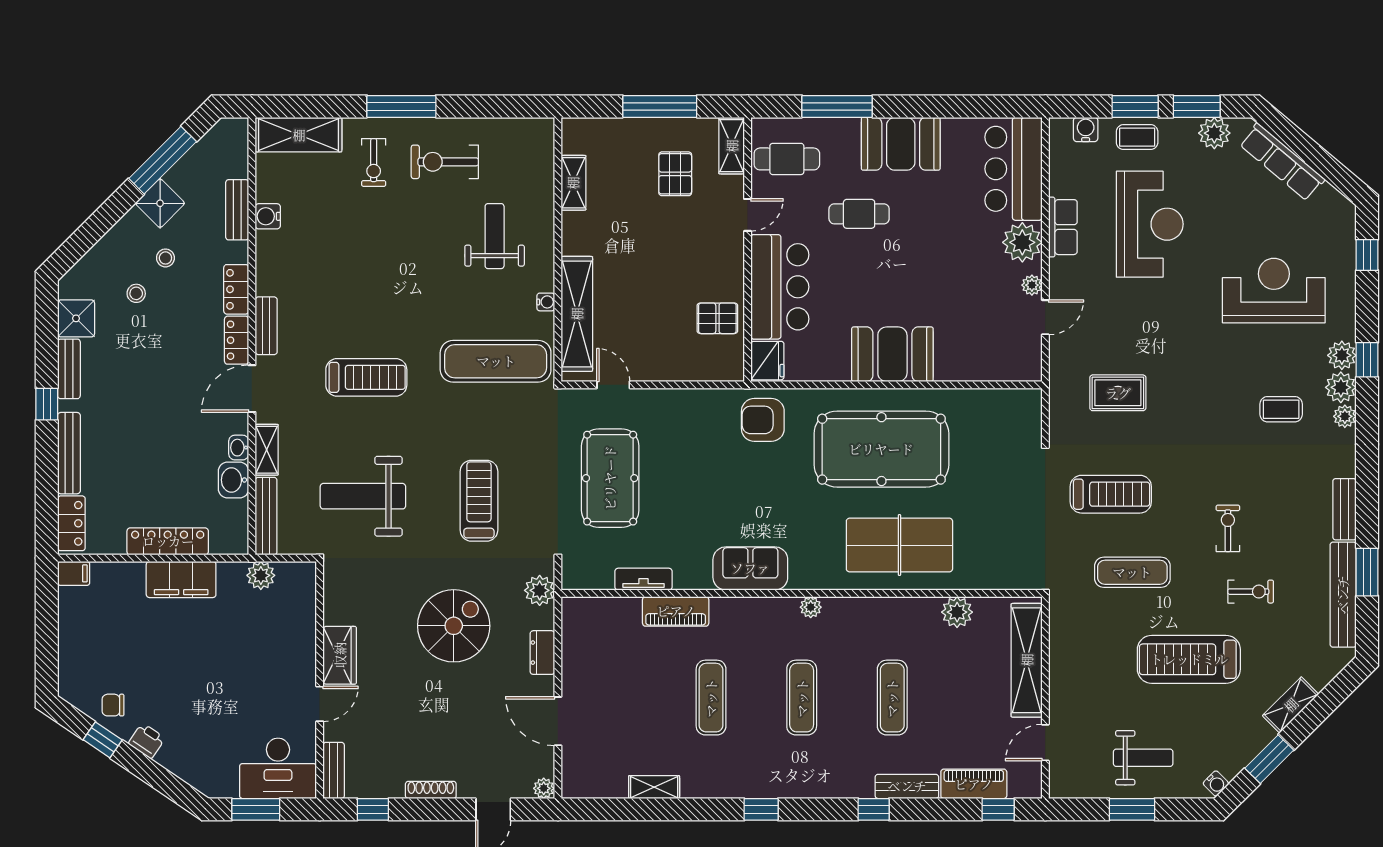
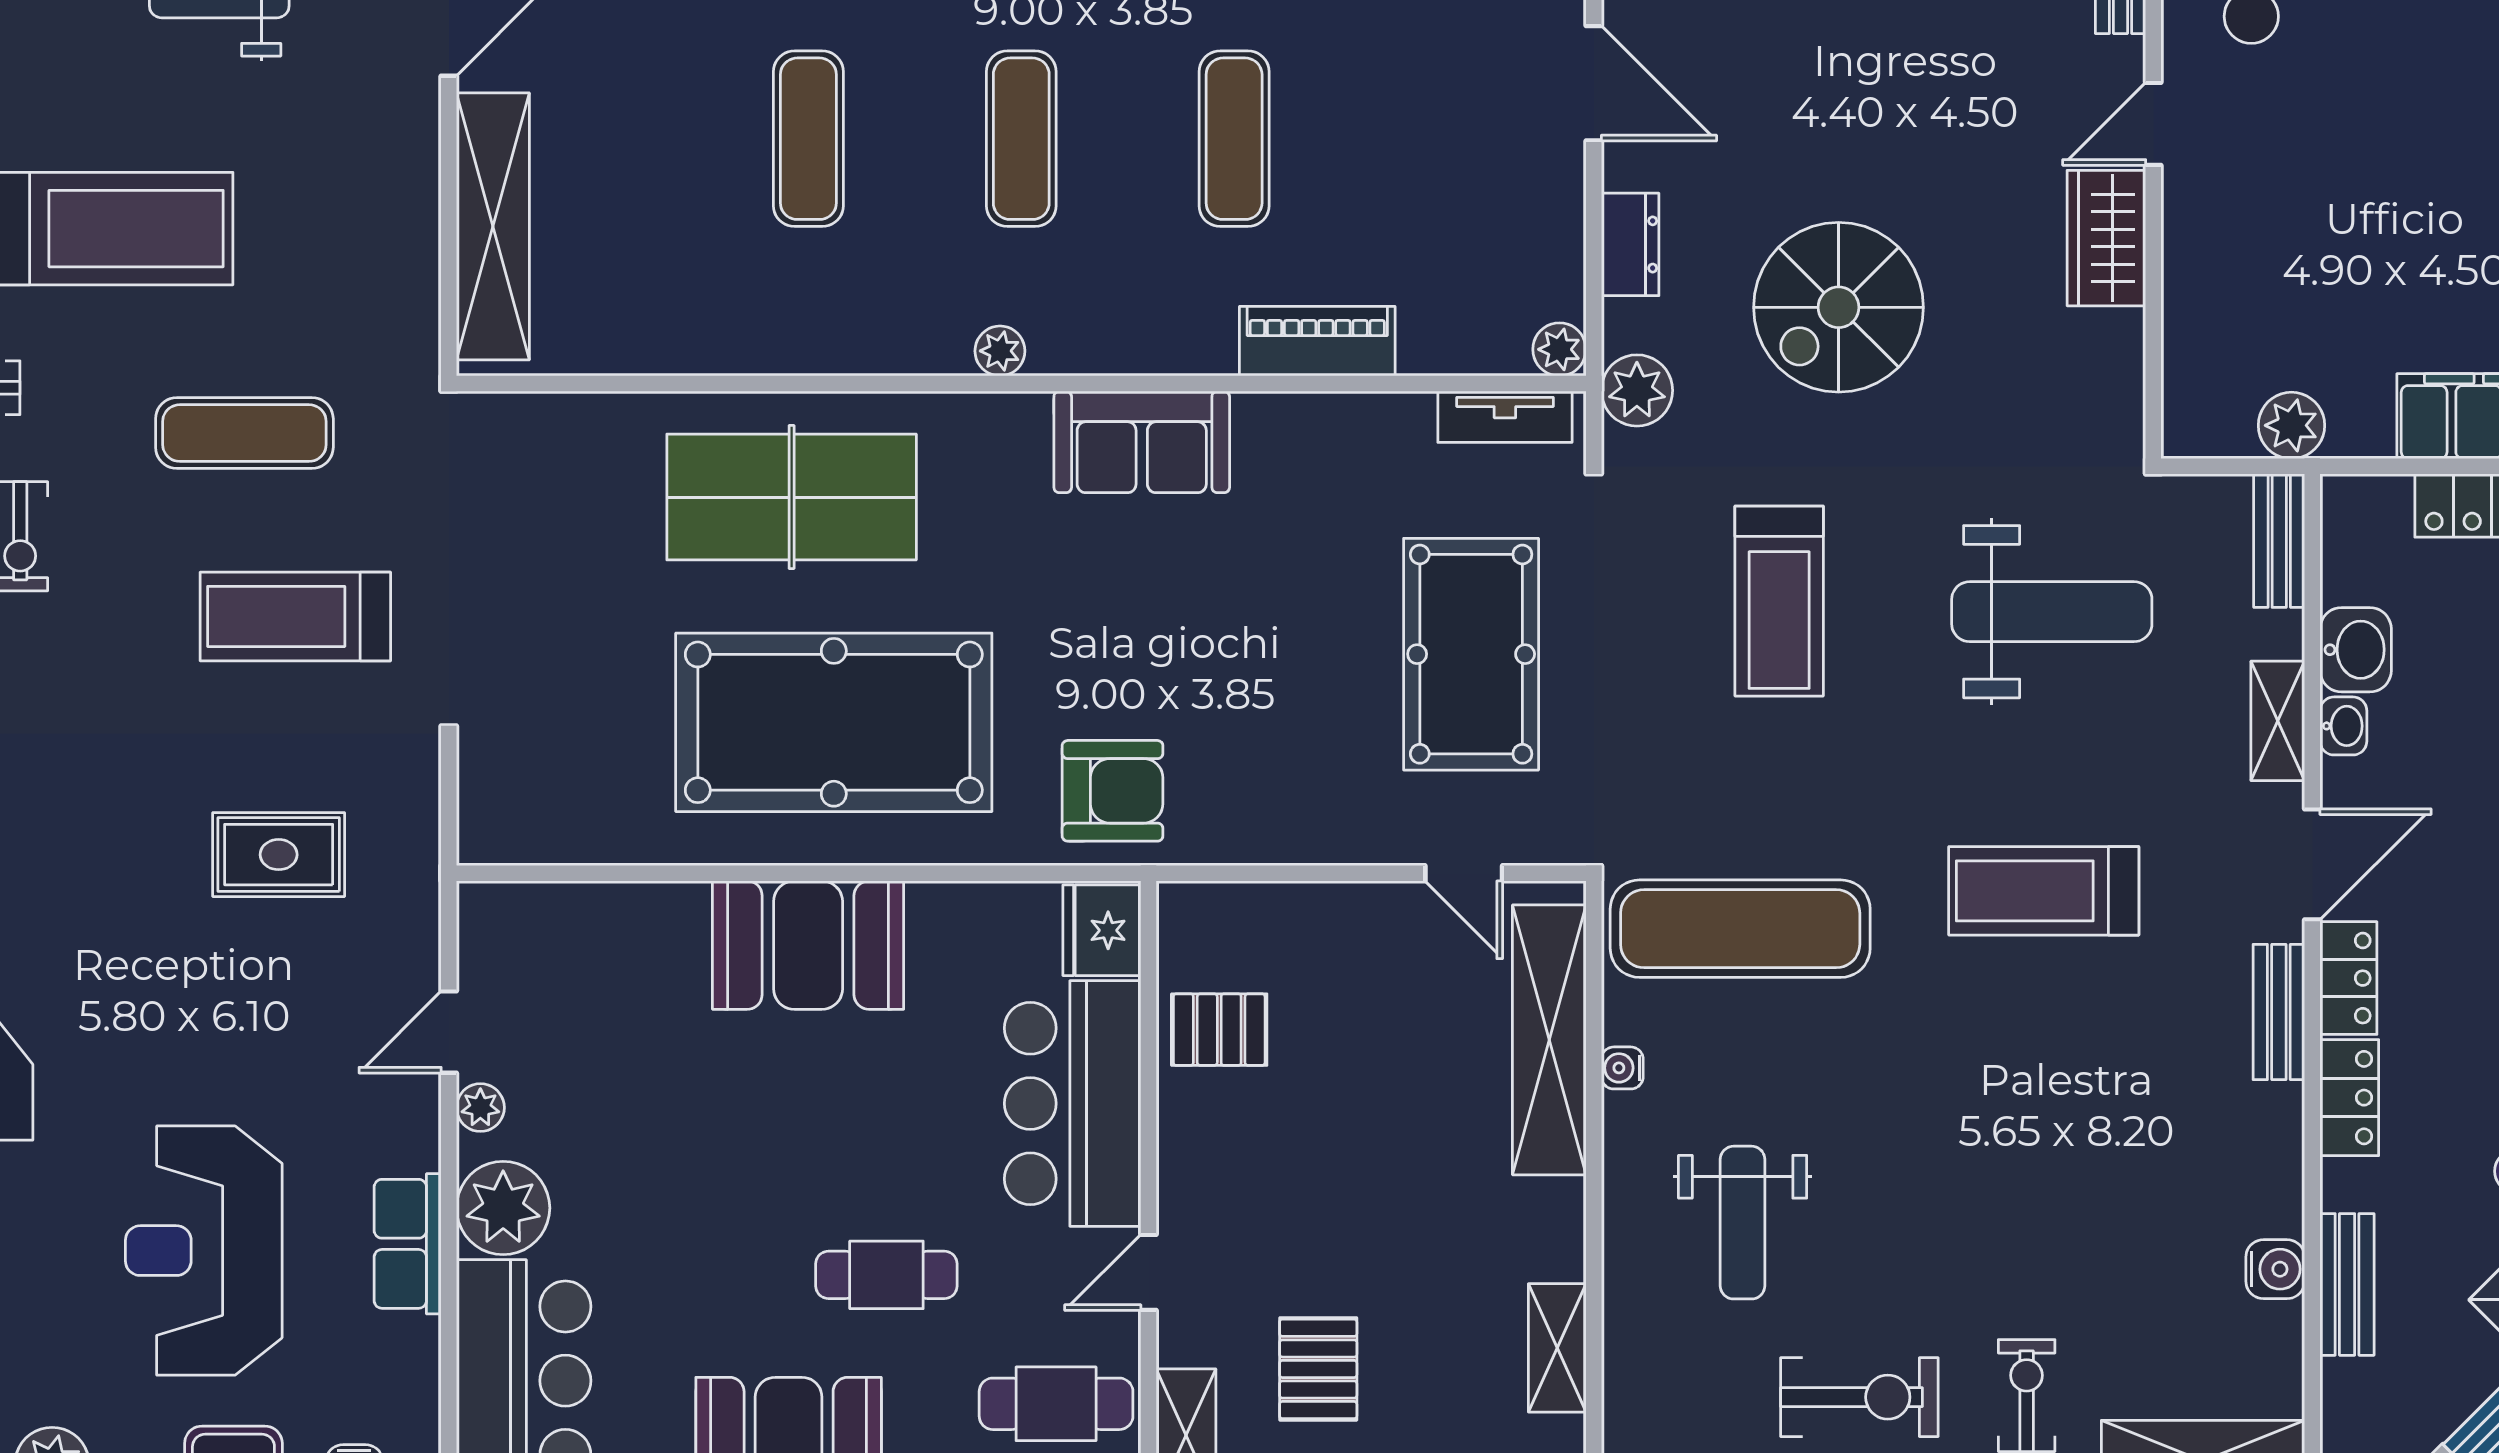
bench: (266, 516) -> (2279, 541), width x0.73
tv unit: (643, 579) -> (1505, 417), moved
plant: (957, 612) -> (1559, 349), moved, width x0.73, depth x0.73

